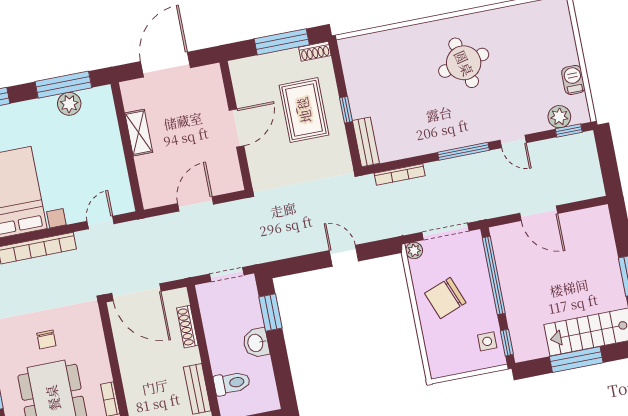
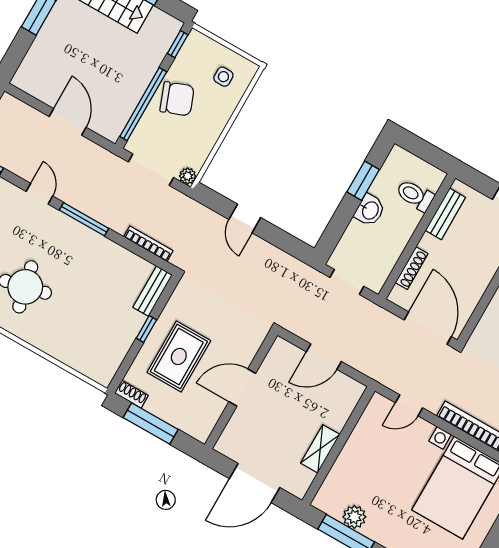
chair: (445, 298) -> (177, 99), moved
window: (271, 312) -> (363, 181), moved
side table: (487, 341) -> (223, 77), moved

